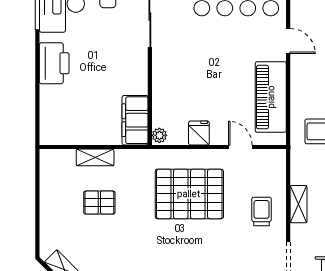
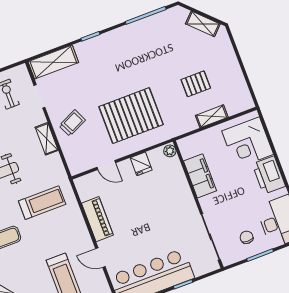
piano: (271, 97) -> (97, 219), width x0.73, depth x0.75
corner desk: (65, 111) -> (248, 143), added
filing cabinet: (135, 120) -> (200, 176), moved
trolley: (262, 211) -> (72, 123), turned -115

